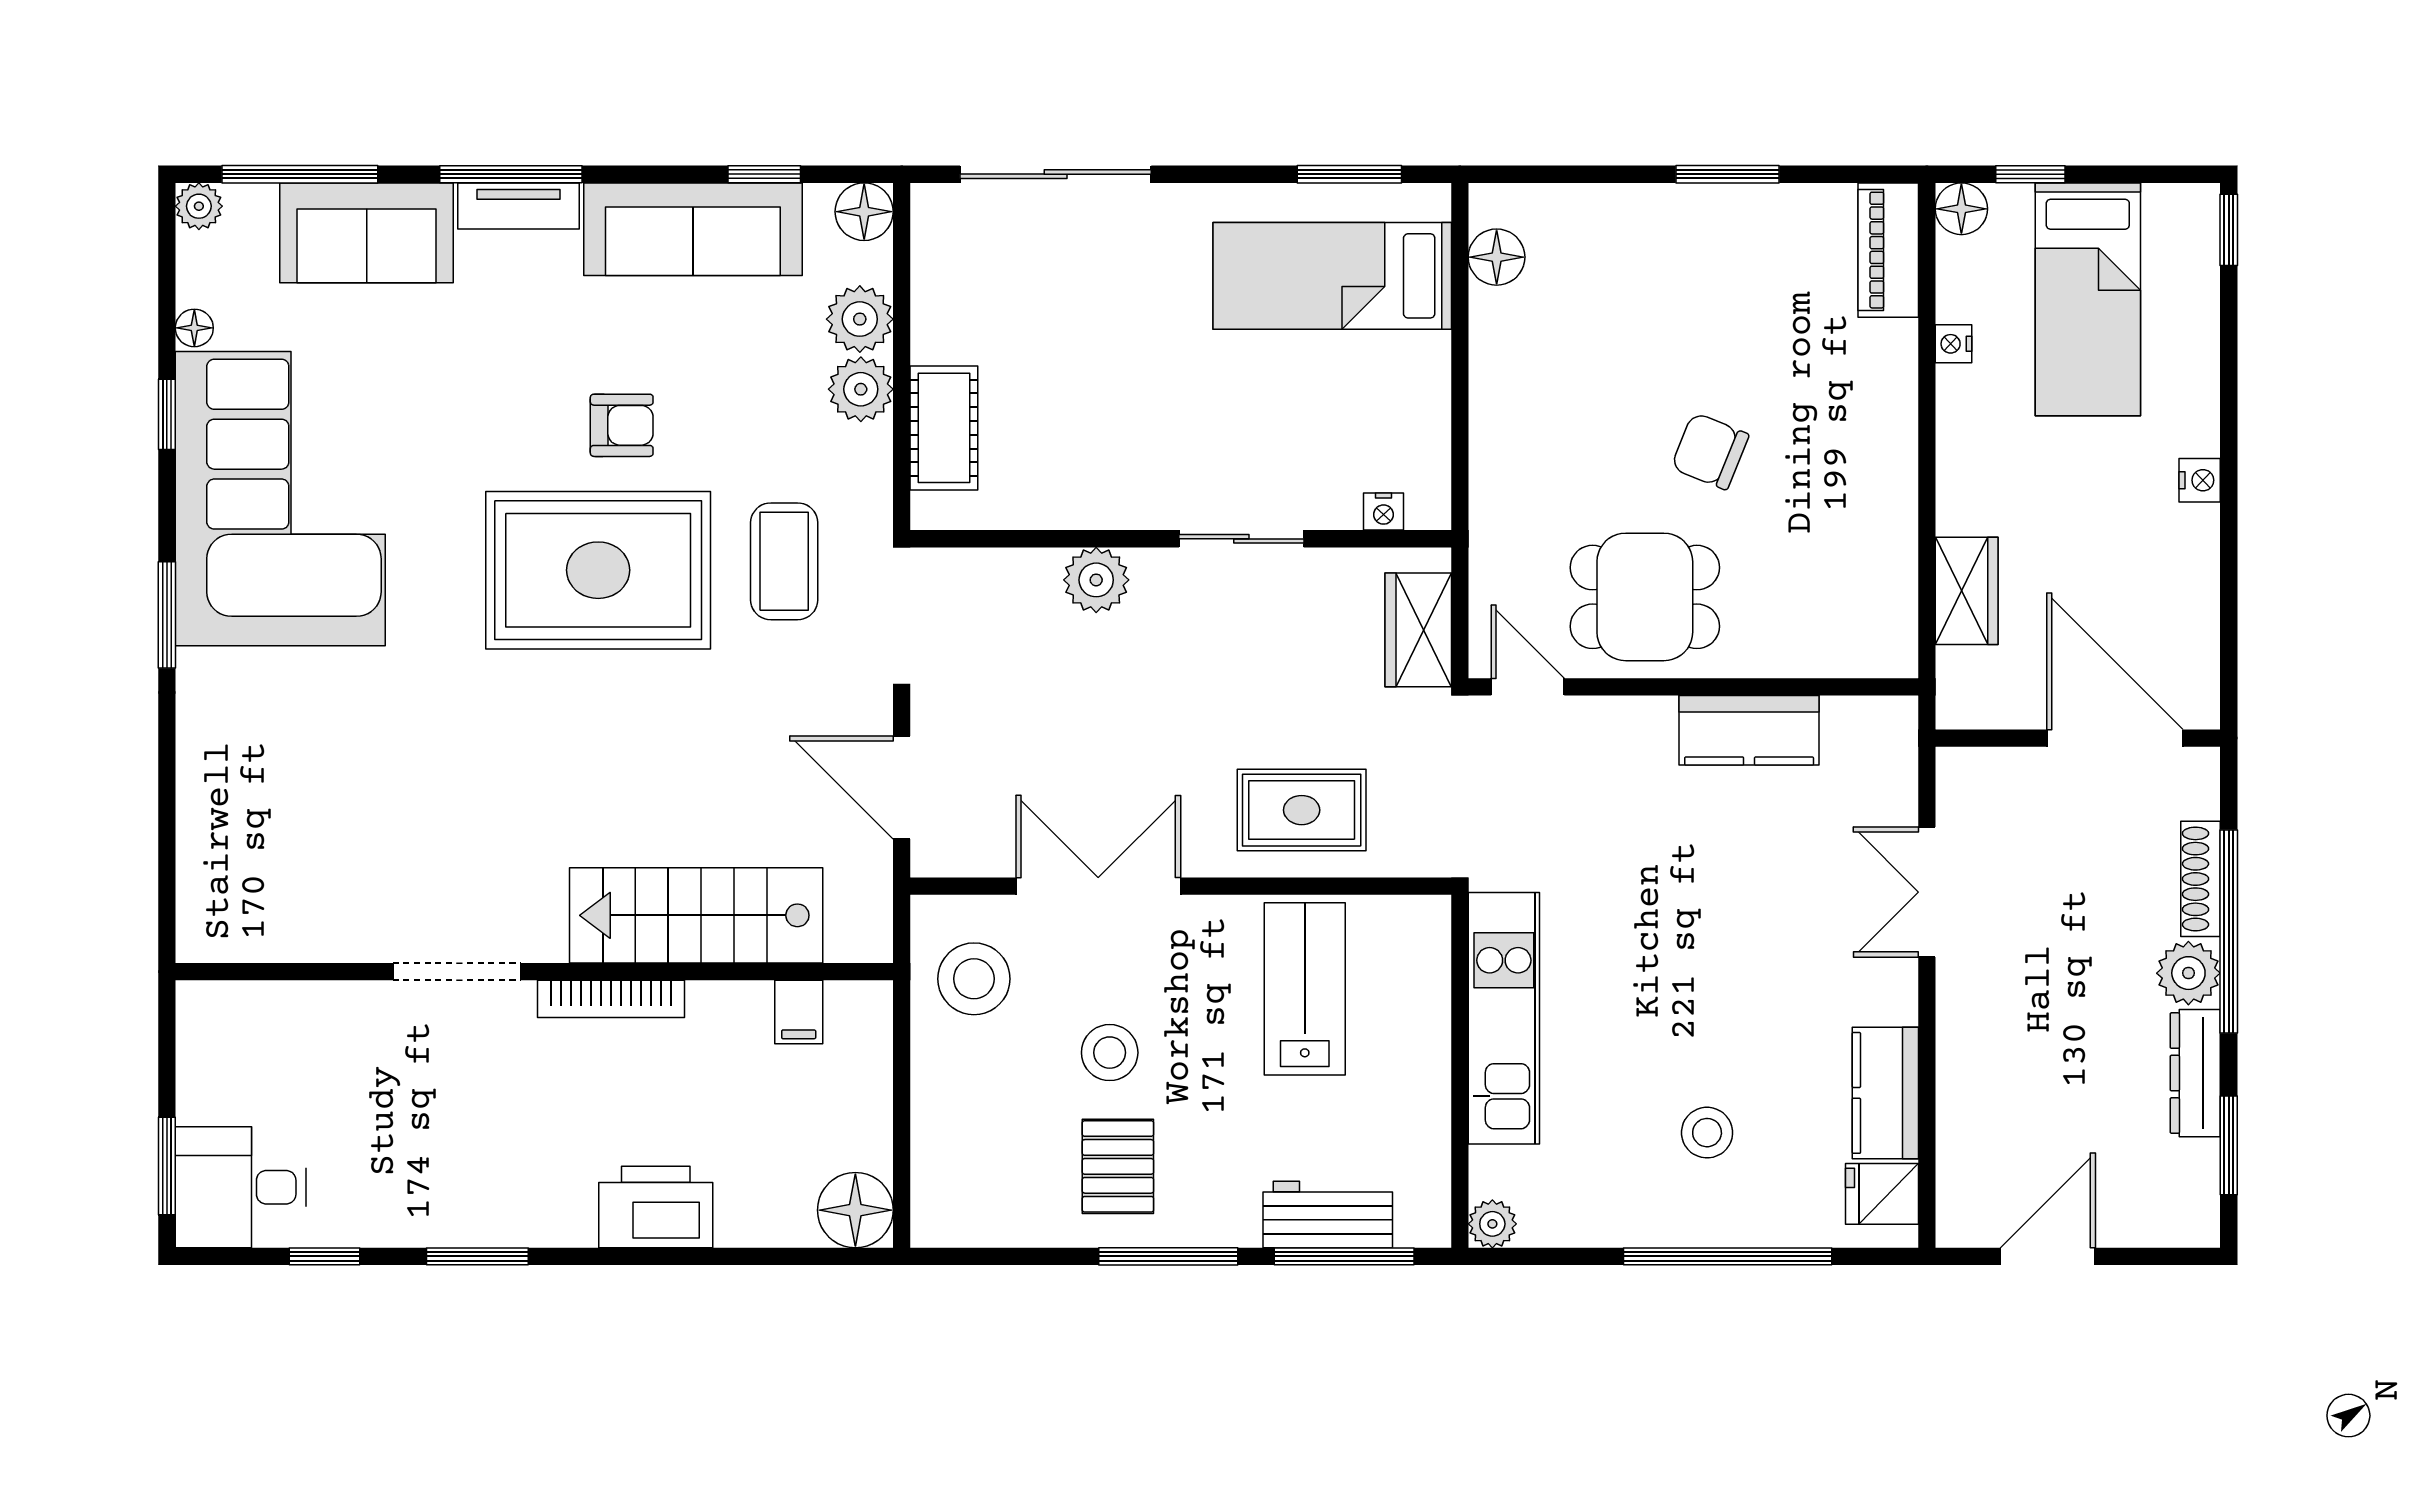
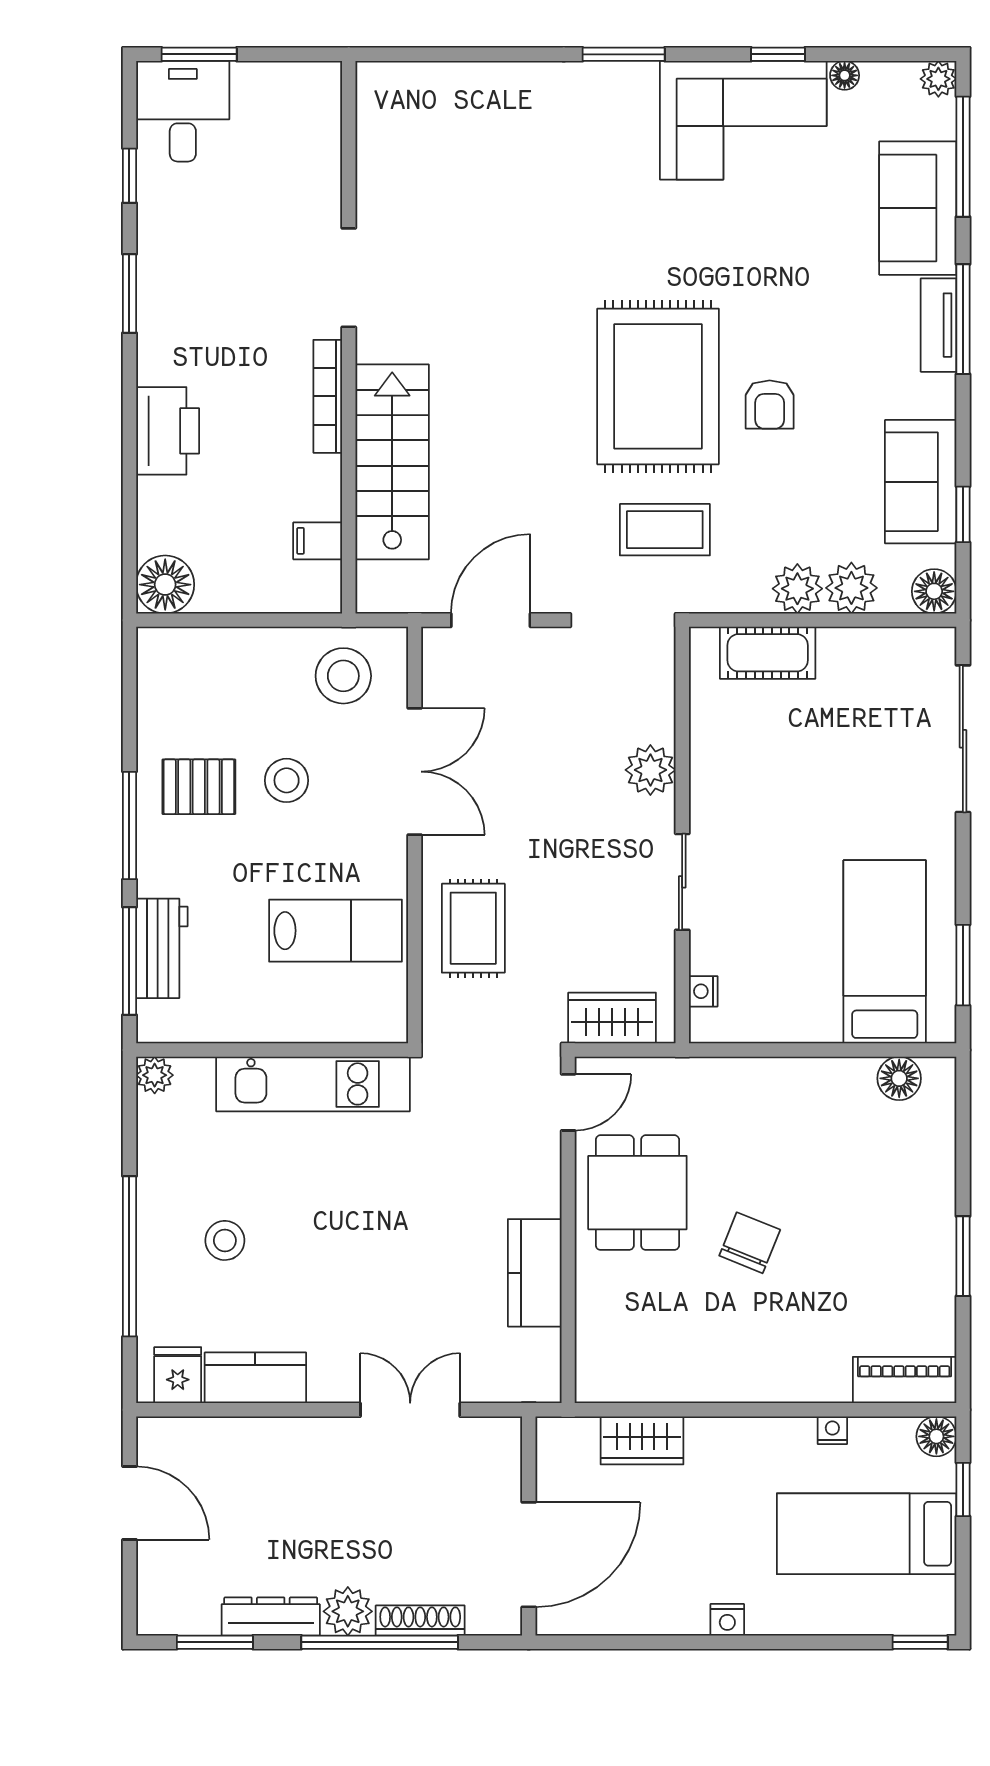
sofa: (693, 229) -> (921, 482), width x0.73
corner sofa: (280, 499) -> (743, 120), width x0.73, depth x0.74

